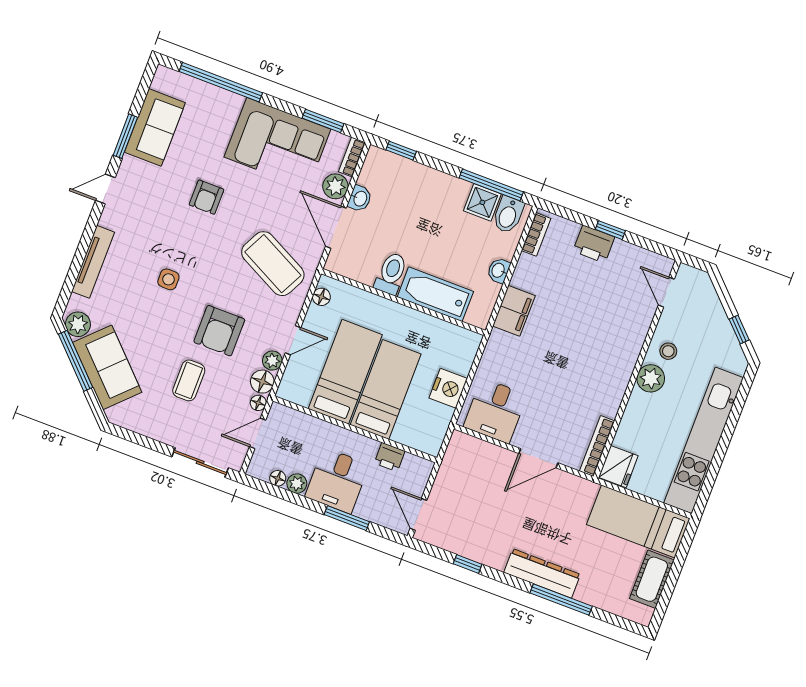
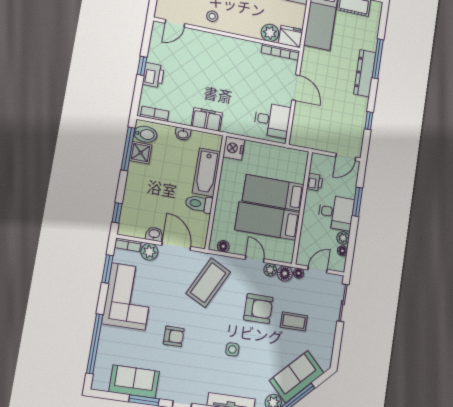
door: (336, 227) -> (176, 246), swing flipped
plant: (651, 378) -> (270, 33), moved
nightstand: (448, 388) -> (234, 148), moved, turned -90
door: (258, 433) -> (318, 270), swing flipped

